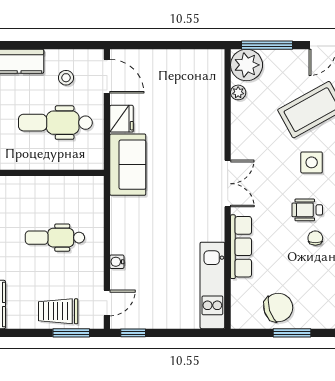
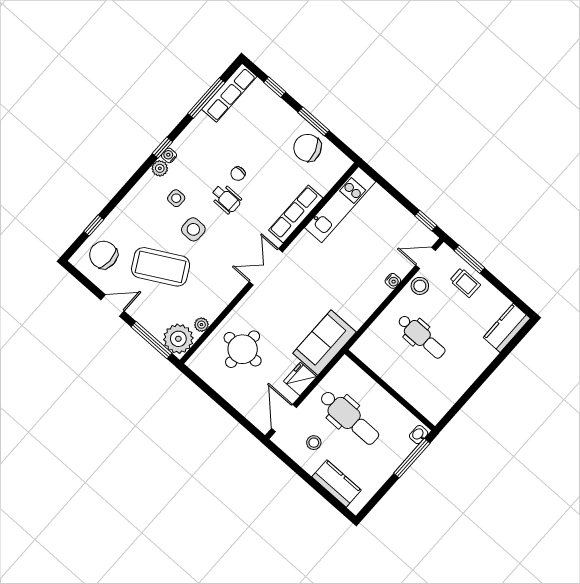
round table: (188, 102) -> (243, 349), added
stool: (92, 277) -> (420, 286), added
trolley: (58, 311) -> (465, 283), width x0.73, depth x0.72

